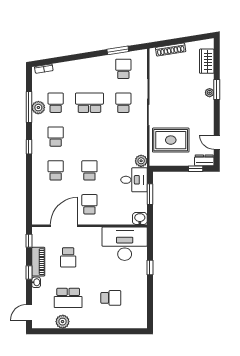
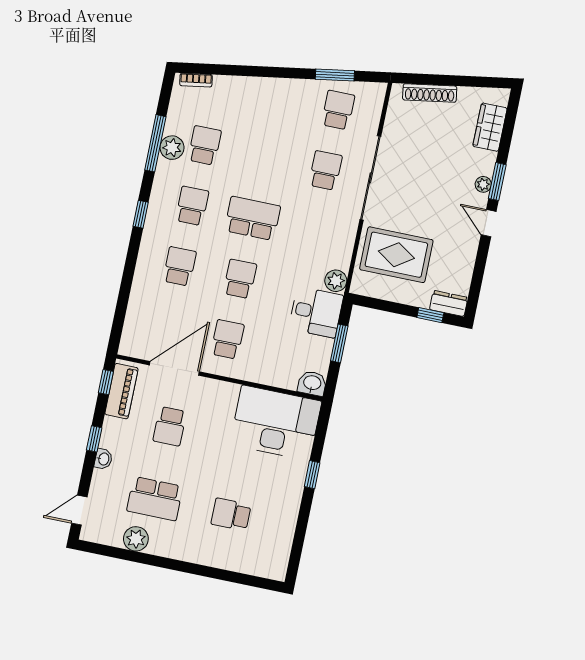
school desk: (89, 103) -> (253, 218), moved
door: (217, 142) -> (489, 223), moved
piano: (38, 262) -> (121, 391), moved
school desk: (111, 298) -> (231, 514), turned 180

